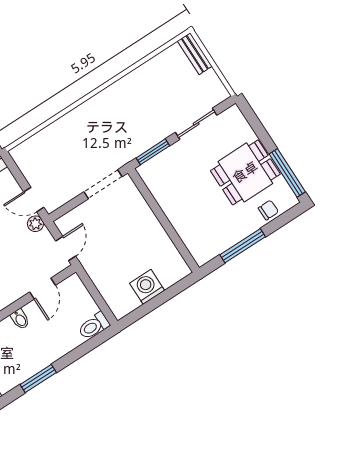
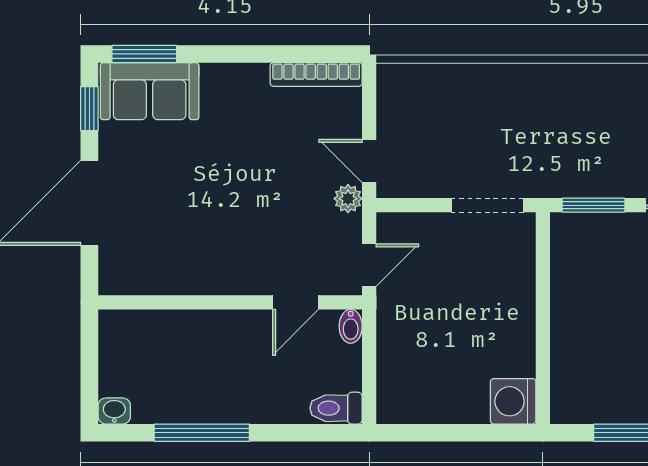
washing machine: (147, 287) -> (513, 401), moved, turned -90
bidet: (20, 319) -> (351, 326), moved
window: (38, 379) -> (202, 433), width x1.44

